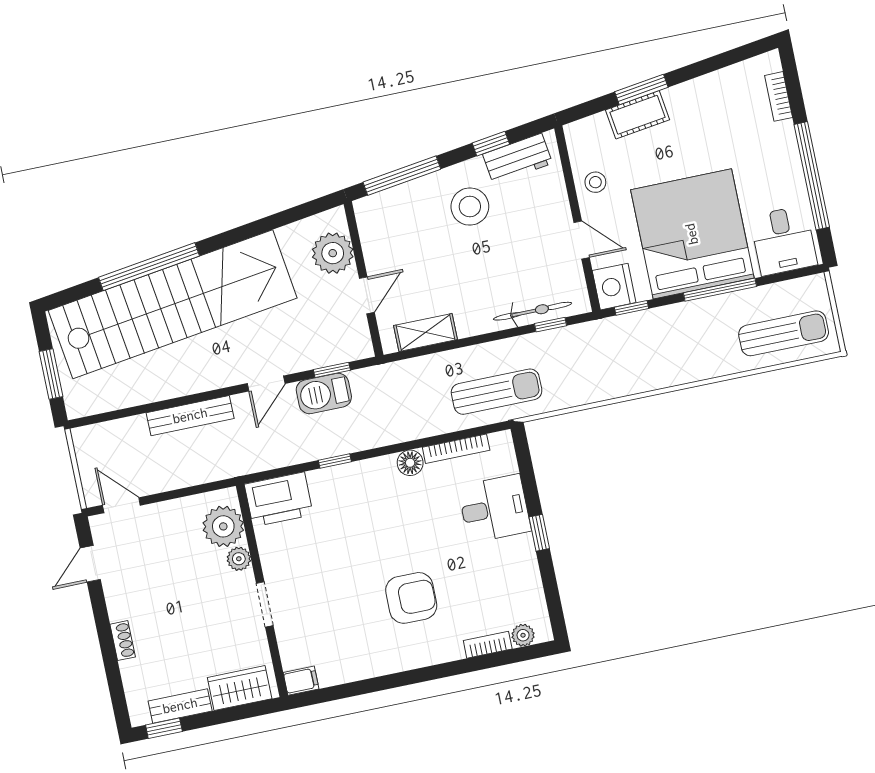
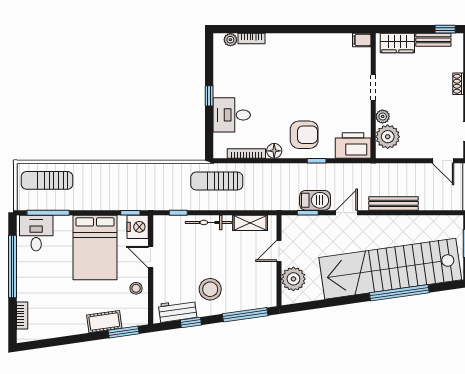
window: (641, 89) -> (124, 332), moved
bed: (692, 234) -> (95, 248), width x0.73
window: (720, 290) -> (48, 213), moved
bicycle: (533, 311) -> (208, 222), moved
armchair: (411, 598) -> (304, 135), moved, turned 180

